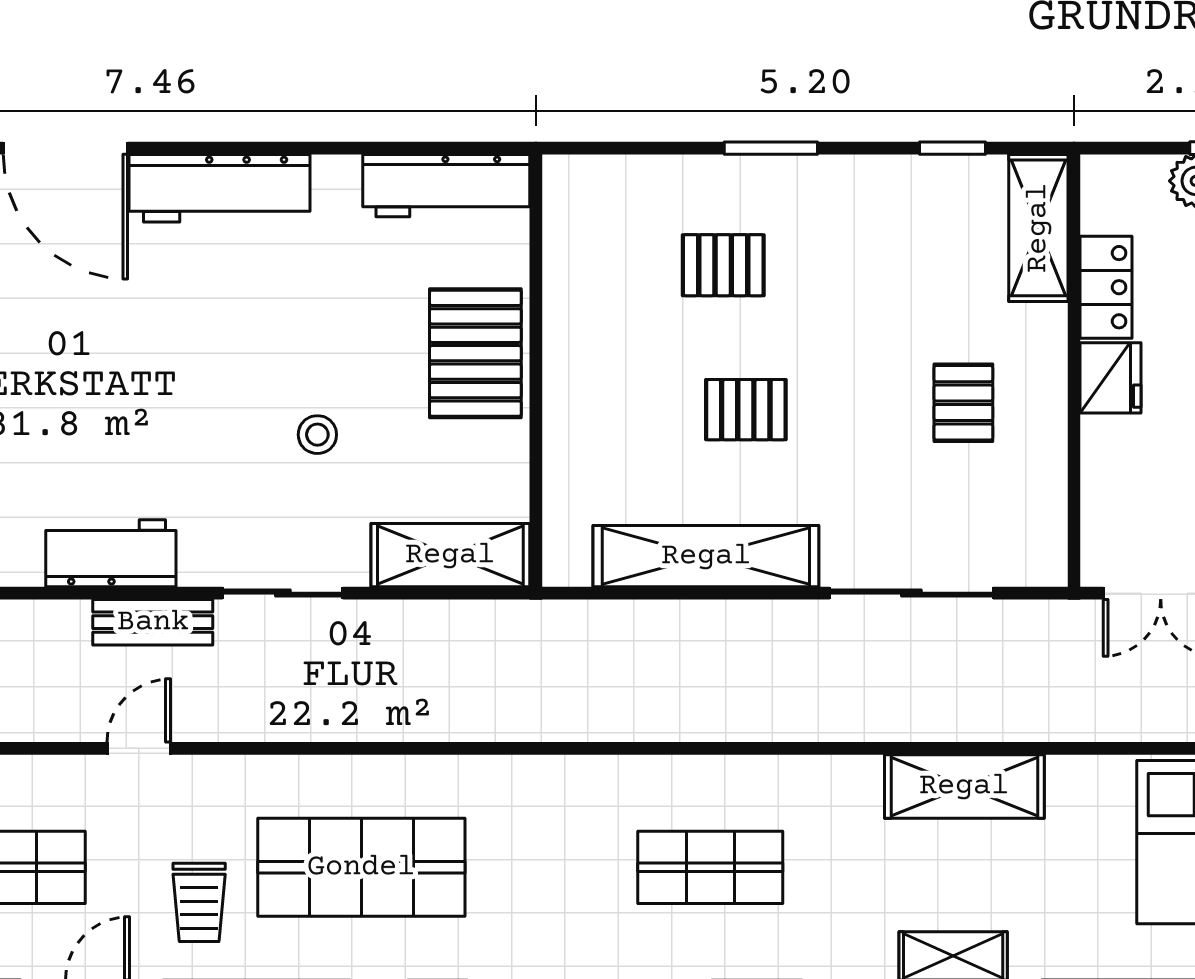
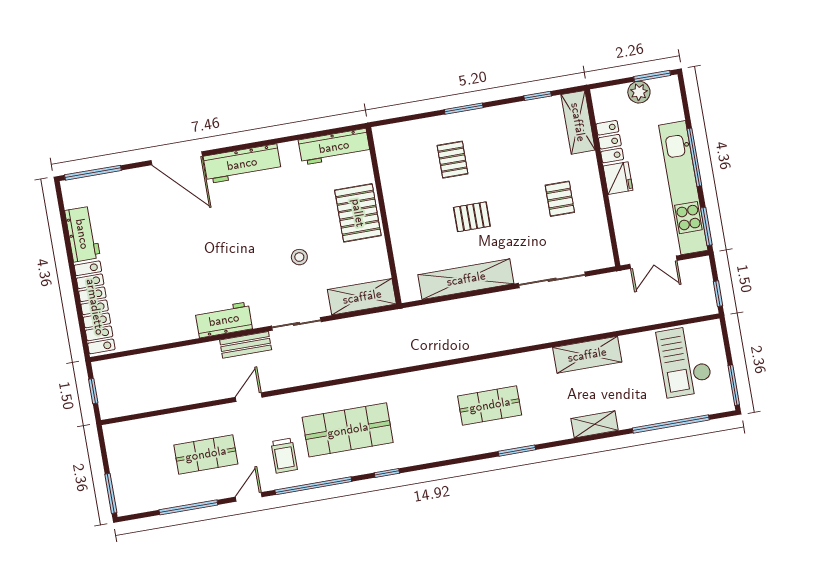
pallet: (723, 265) -> (453, 160), turned 90

